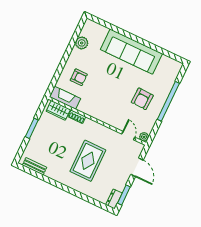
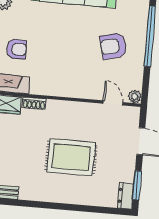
armchair: (142, 99) -> (113, 46), turned 74
rug: (88, 161) -> (71, 157), turned 90

